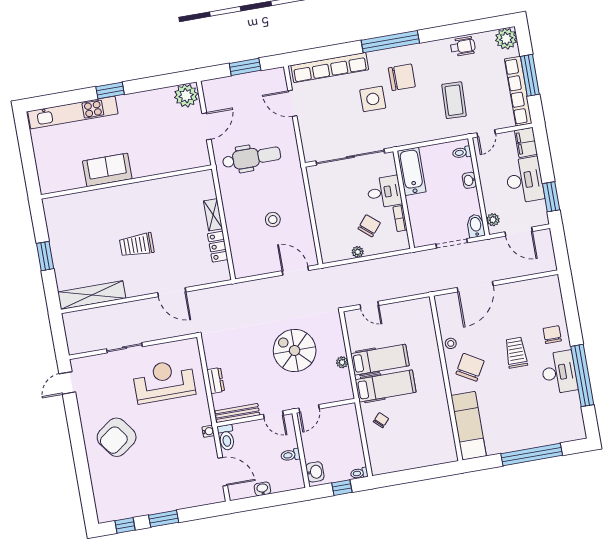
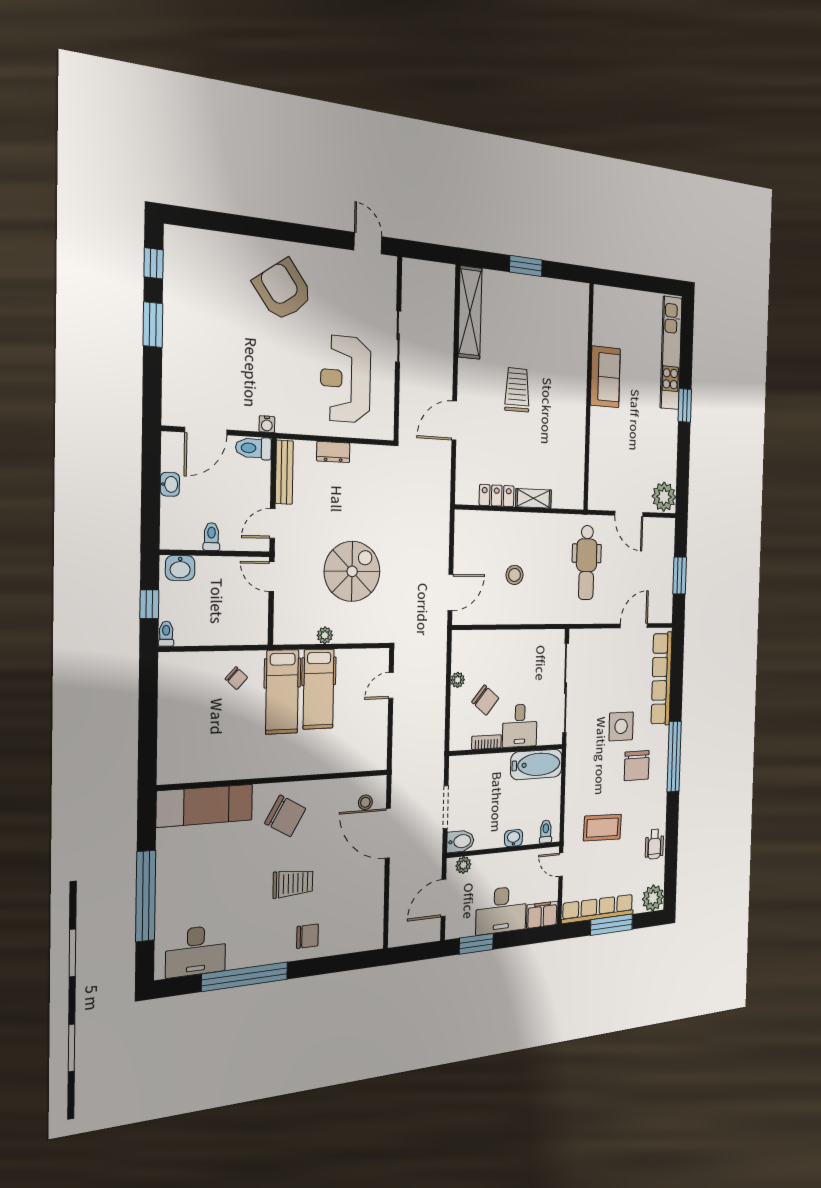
stool: (451, 343) -> (365, 802), moved
desk: (559, 372) -> (196, 951), moved
reception desk: (164, 381) -> (346, 379), turned 180

